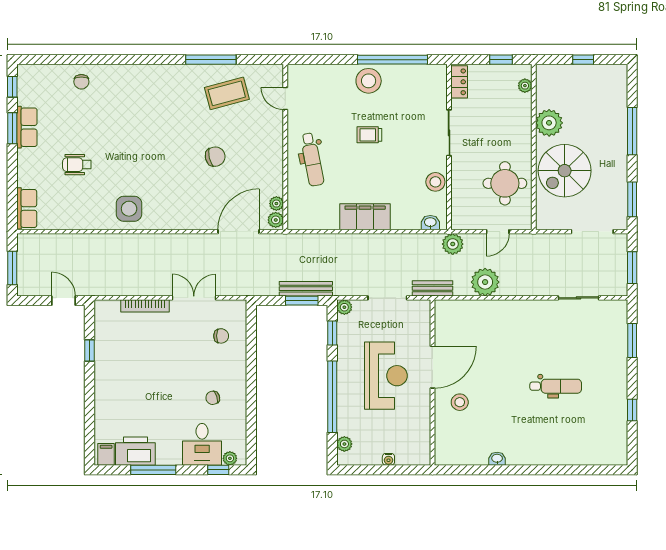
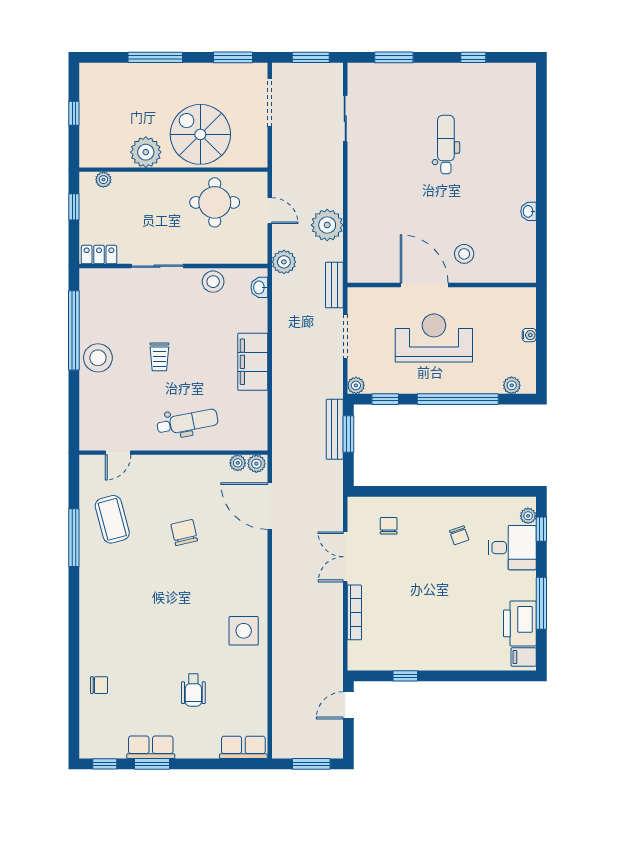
spiral stairs: (565, 171) -> (200, 134), turned 180

